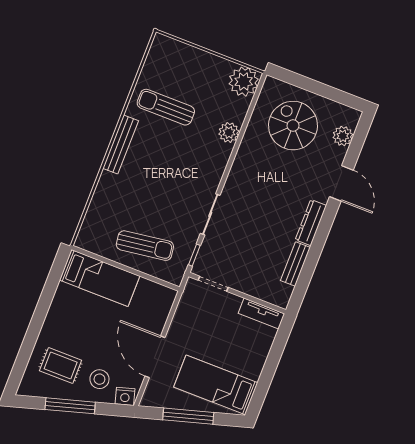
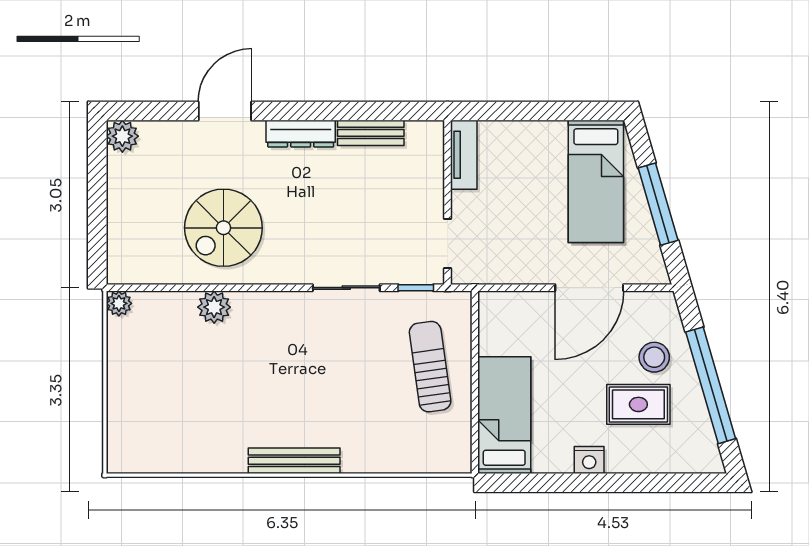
plant: (244, 82) -> (119, 303), width x0.53, depth x0.53
sun lounger: (166, 107) -> (213, 415), removed
spiral stairs: (293, 126) -> (223, 228), moved
plant: (343, 136) -> (122, 136), moved
rug: (61, 365) -> (638, 404), moved, turned 90
nightstand: (125, 396) -> (589, 460), moved, turned 106
window: (70, 406) -> (711, 385), width x1.46

